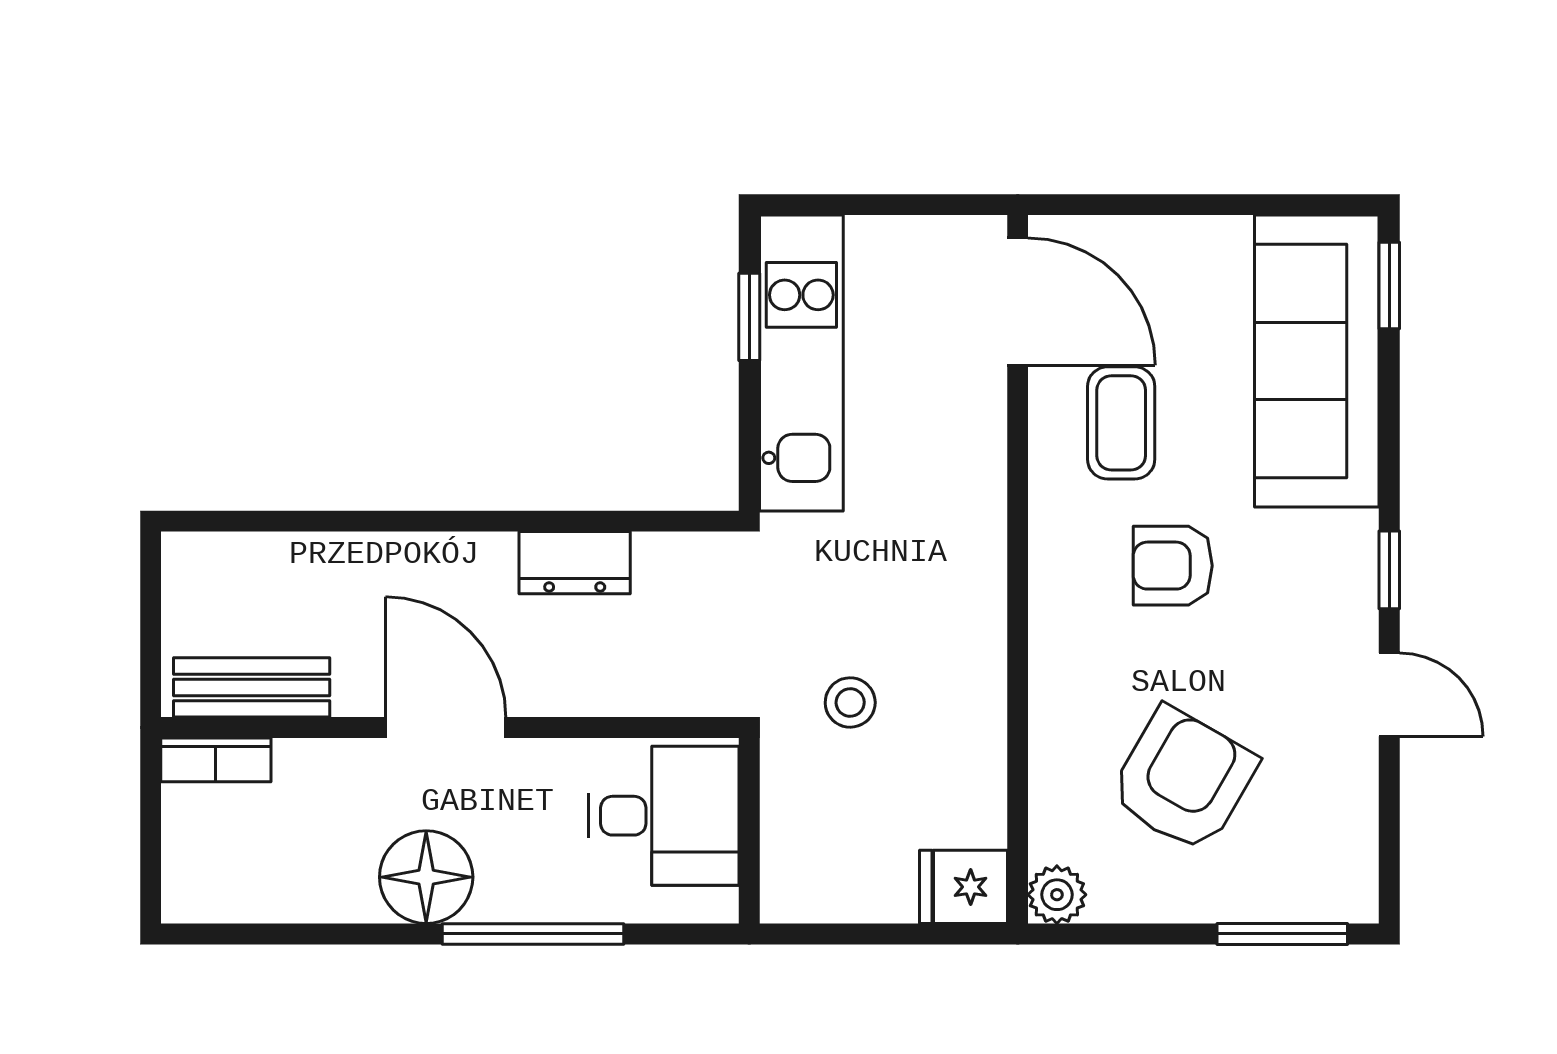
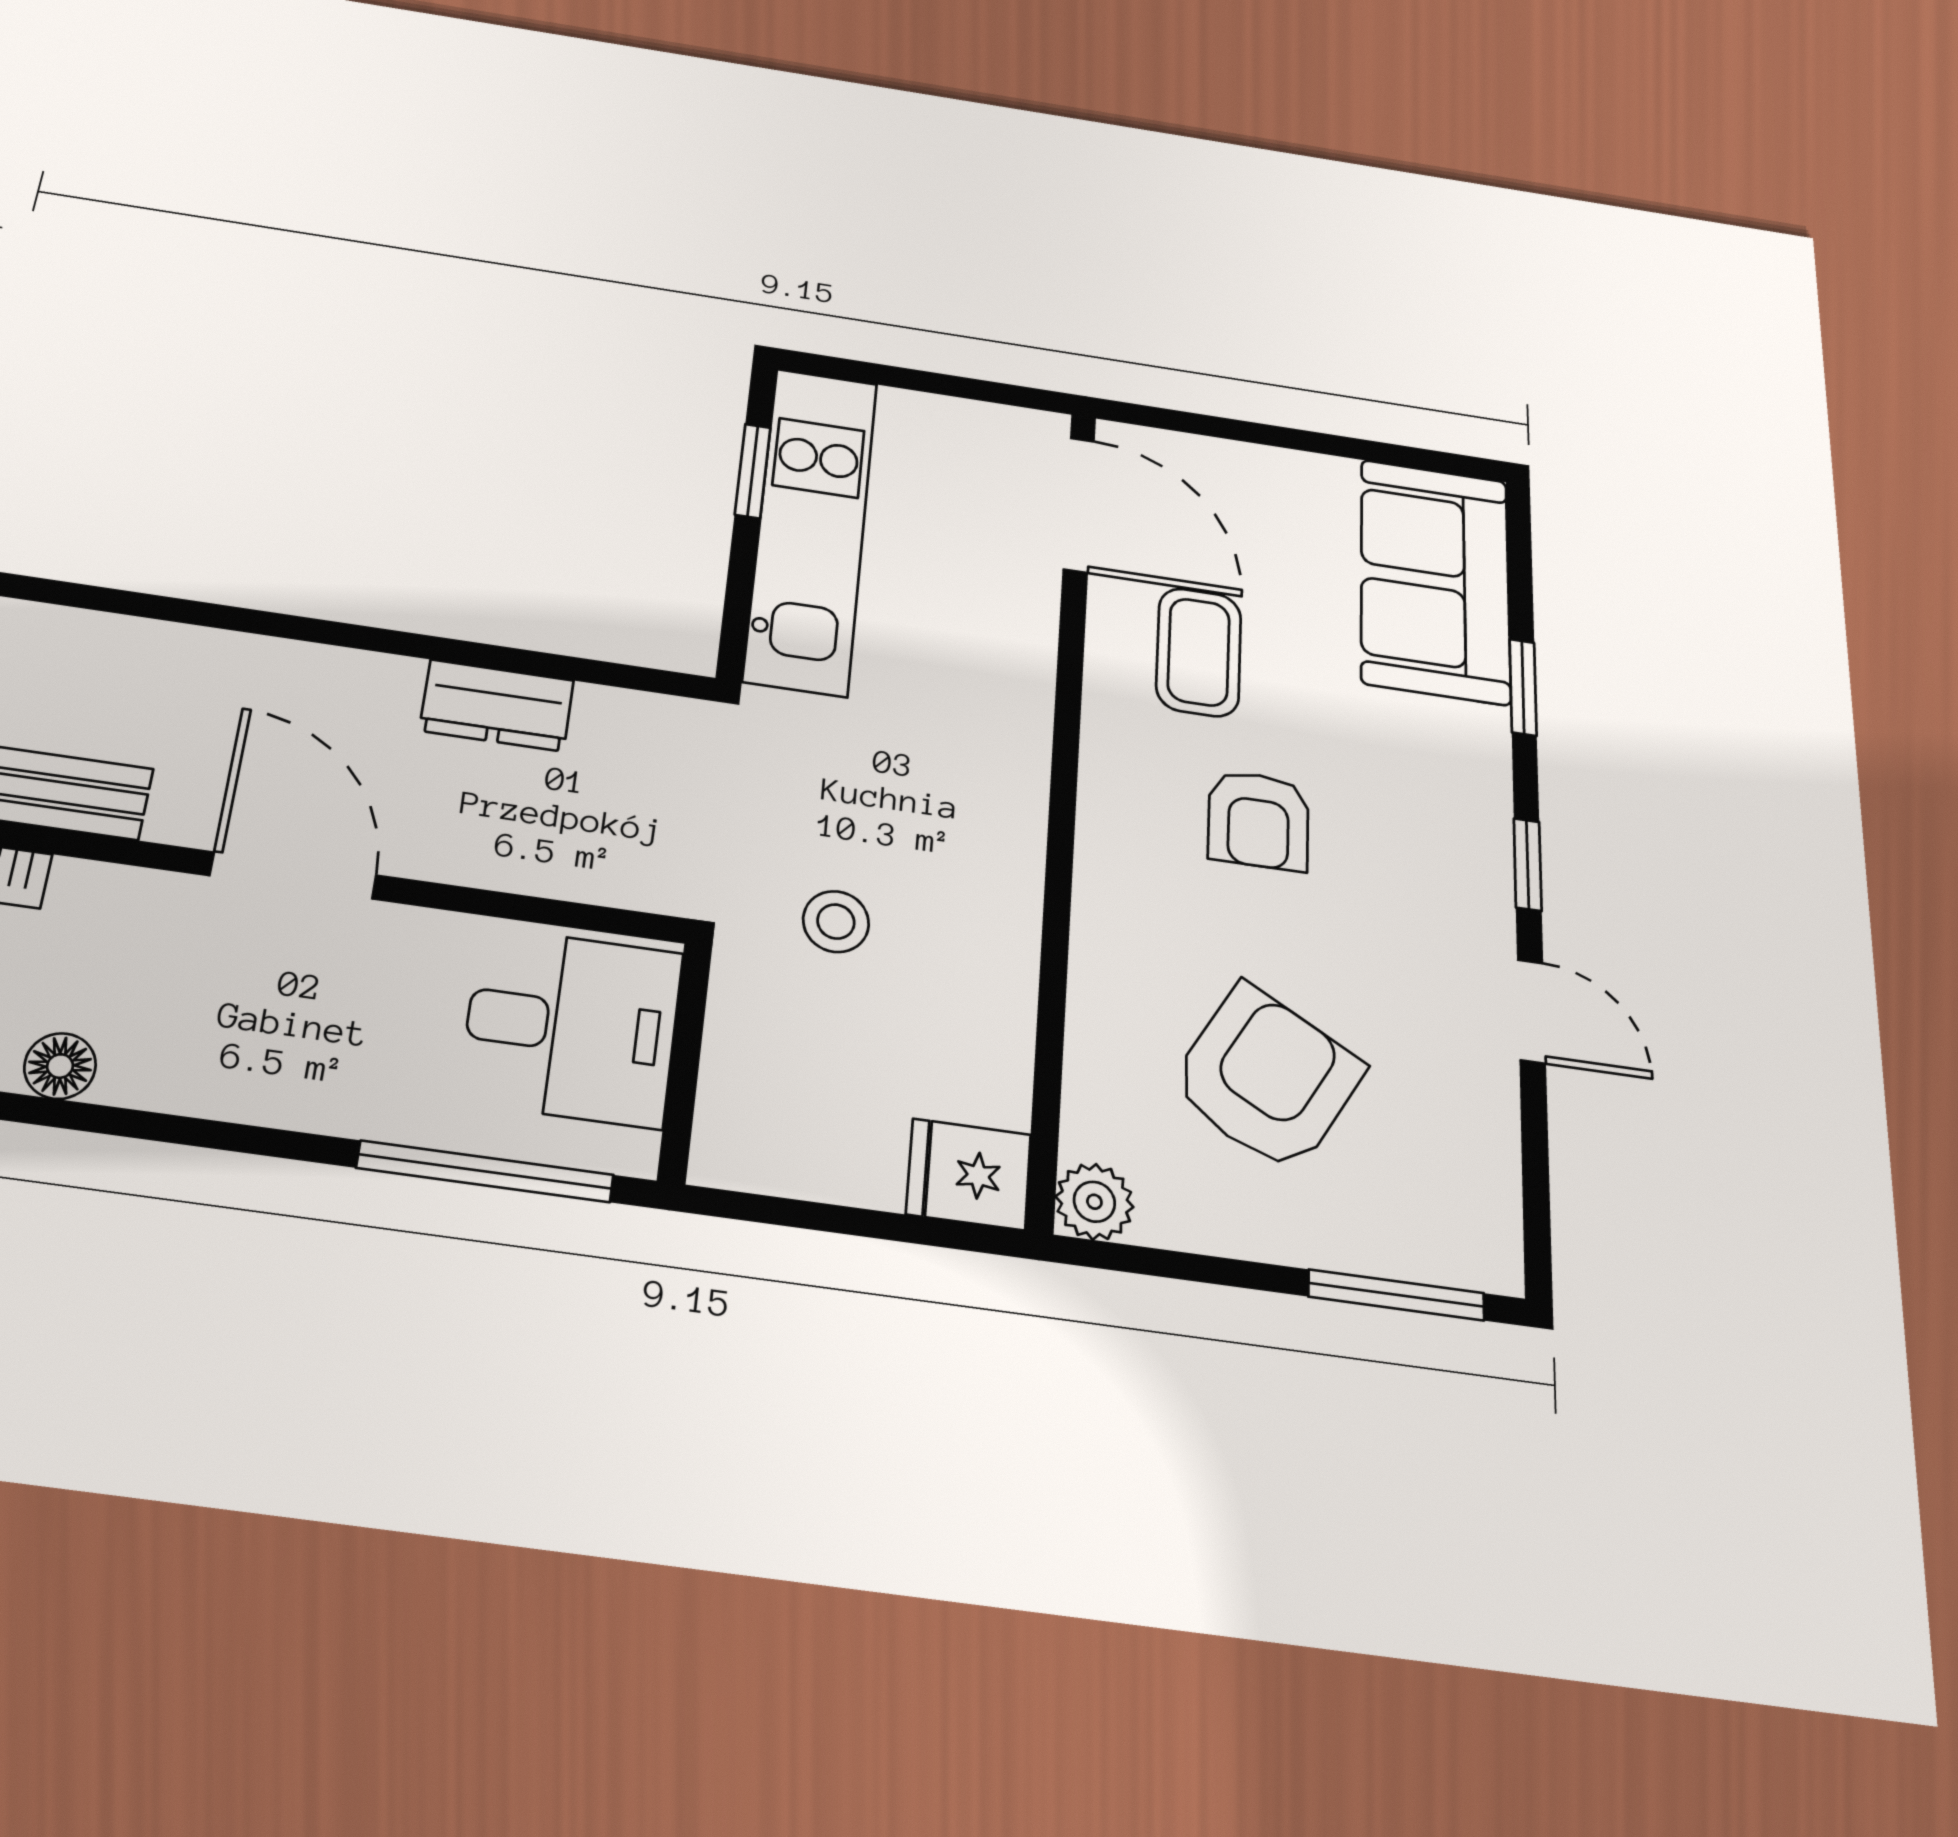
window: (1389, 286) -> (1523, 687), moved
sofa: (1317, 361) -> (1435, 581), width x0.73
armchair: (1173, 566) -> (1258, 820), turned -90
floor lamp: (426, 877) -> (60, 1066), moved, width x0.53, depth x0.53
window: (533, 934) -> (485, 1171), moved

